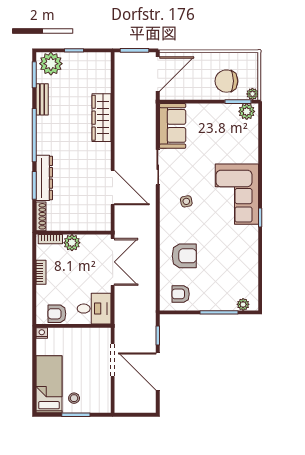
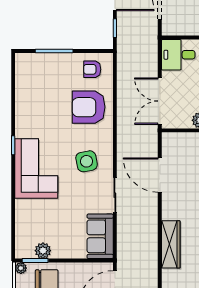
plant: (247, 111) -> (43, 251), moved
side table: (186, 201) -> (87, 161), width x1.87, depth x1.87
armchair: (184, 256) -> (89, 107), width x1.36, depth x1.36
armchair: (181, 294) -> (92, 69), turned 180
plant: (243, 304) -> (30, 59), removed

